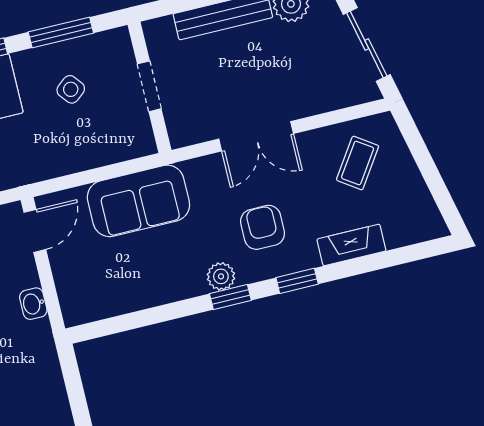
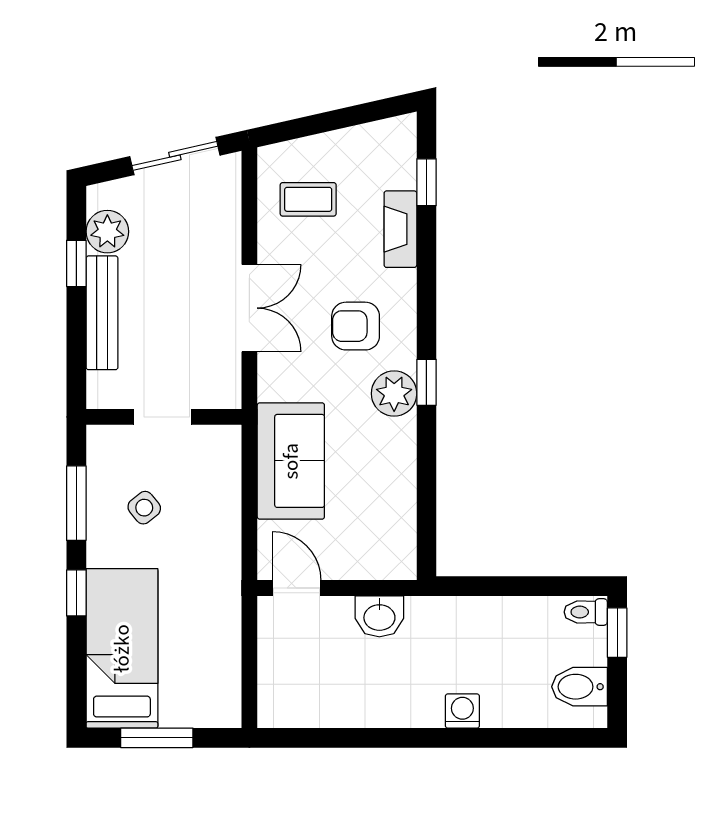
coffee table: (358, 163) -> (308, 199), turned -34
plant: (221, 276) -> (394, 394), width x1.38, depth x1.38
window: (297, 281) -> (426, 182), moved
washbasin: (33, 304) -> (379, 616), width x1.38, depth x1.45

